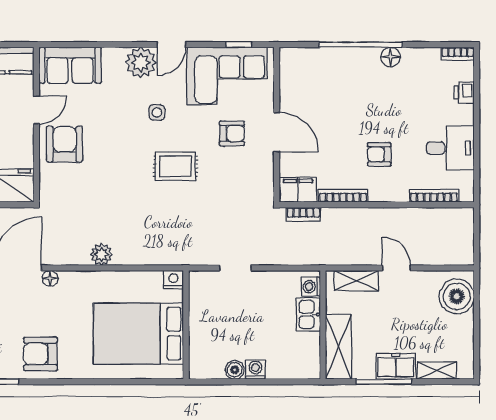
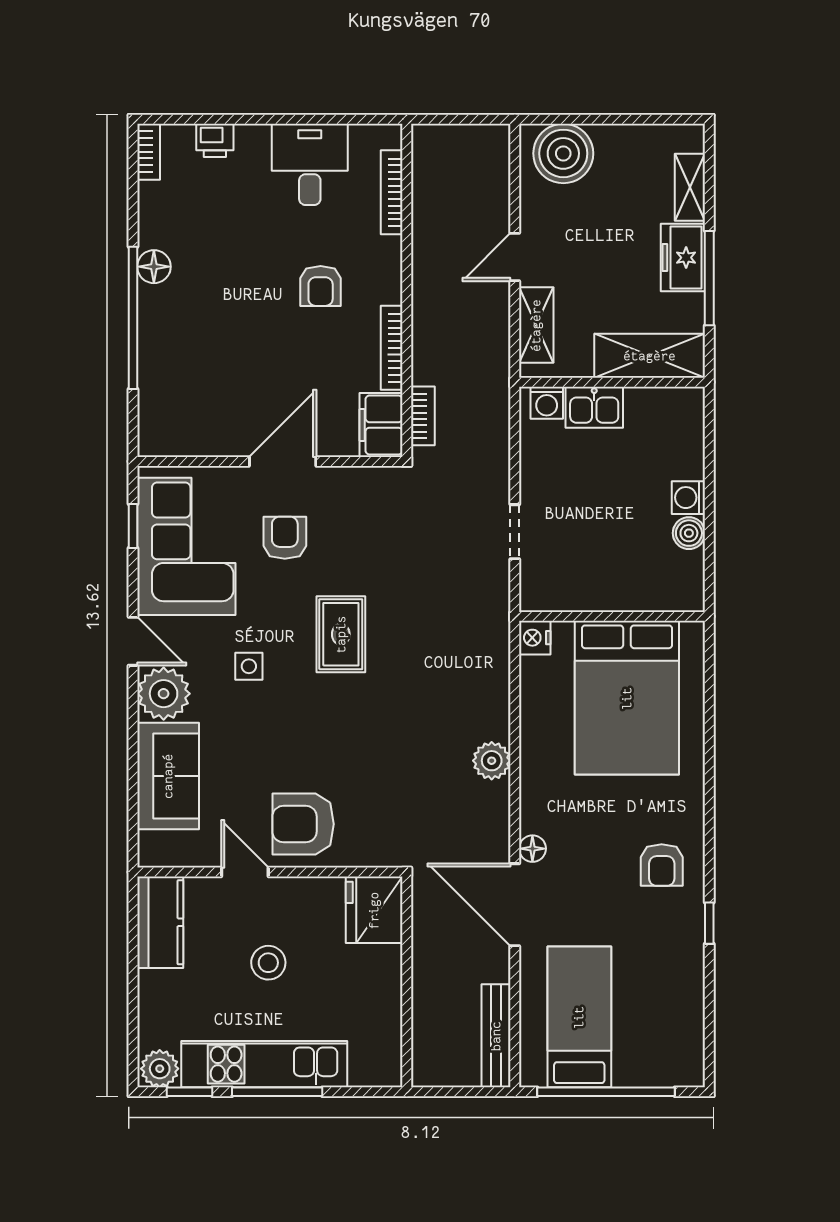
sofa: (70, 65) -> (168, 776), moved
armchair: (40, 354) -> (662, 865), width x0.72, depth x0.72

